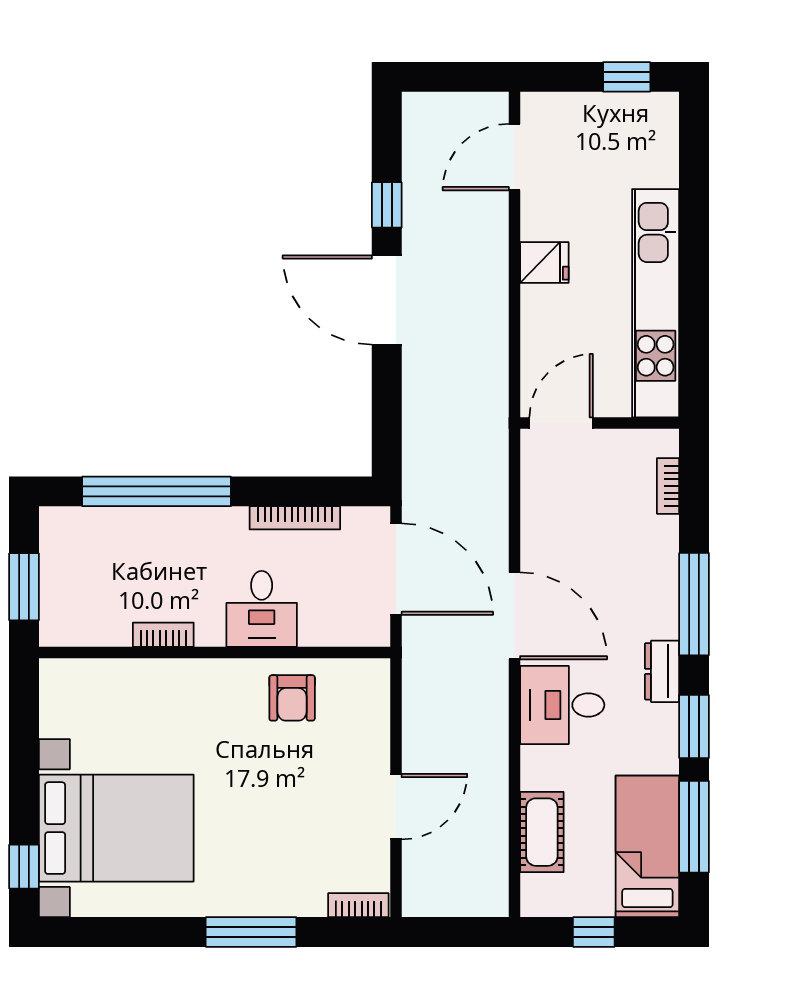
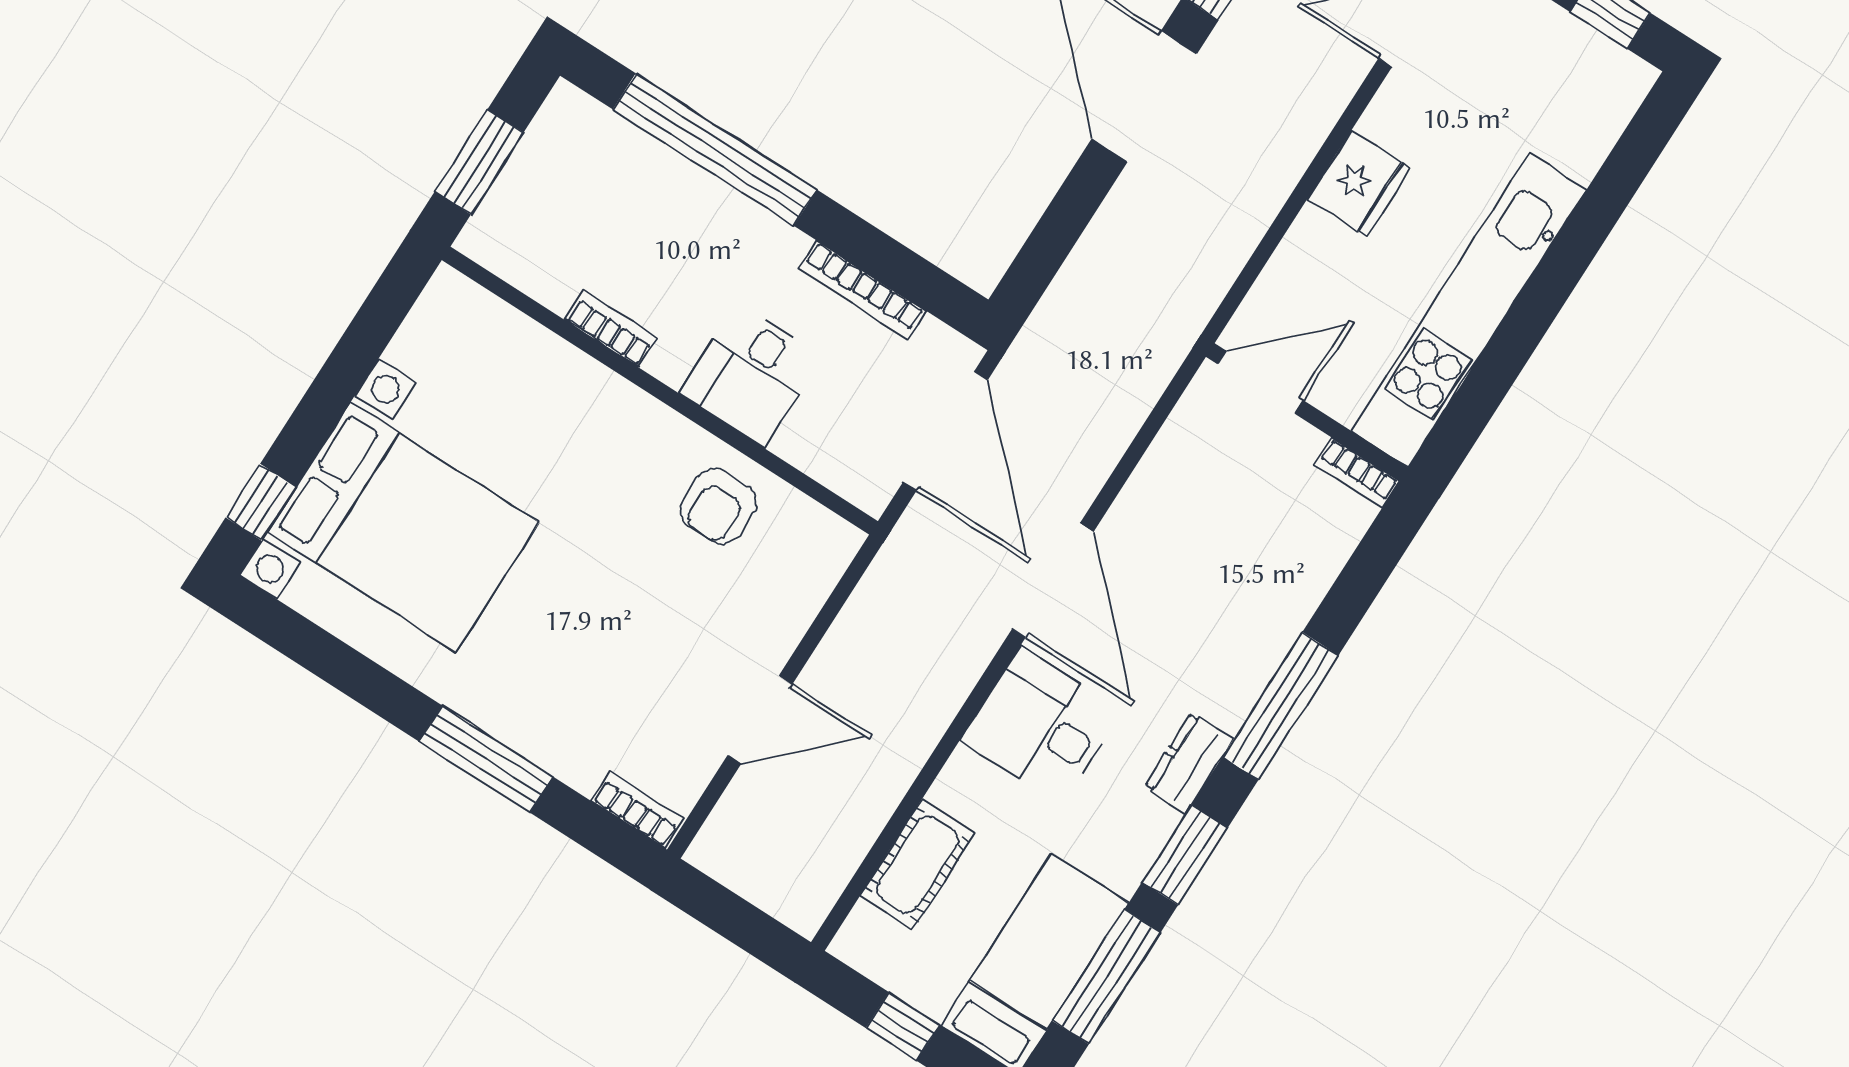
fridge: (544, 263) -> (1359, 183), width x1.38
bookcase: (668, 486) -> (1357, 473), moved, turned -90

